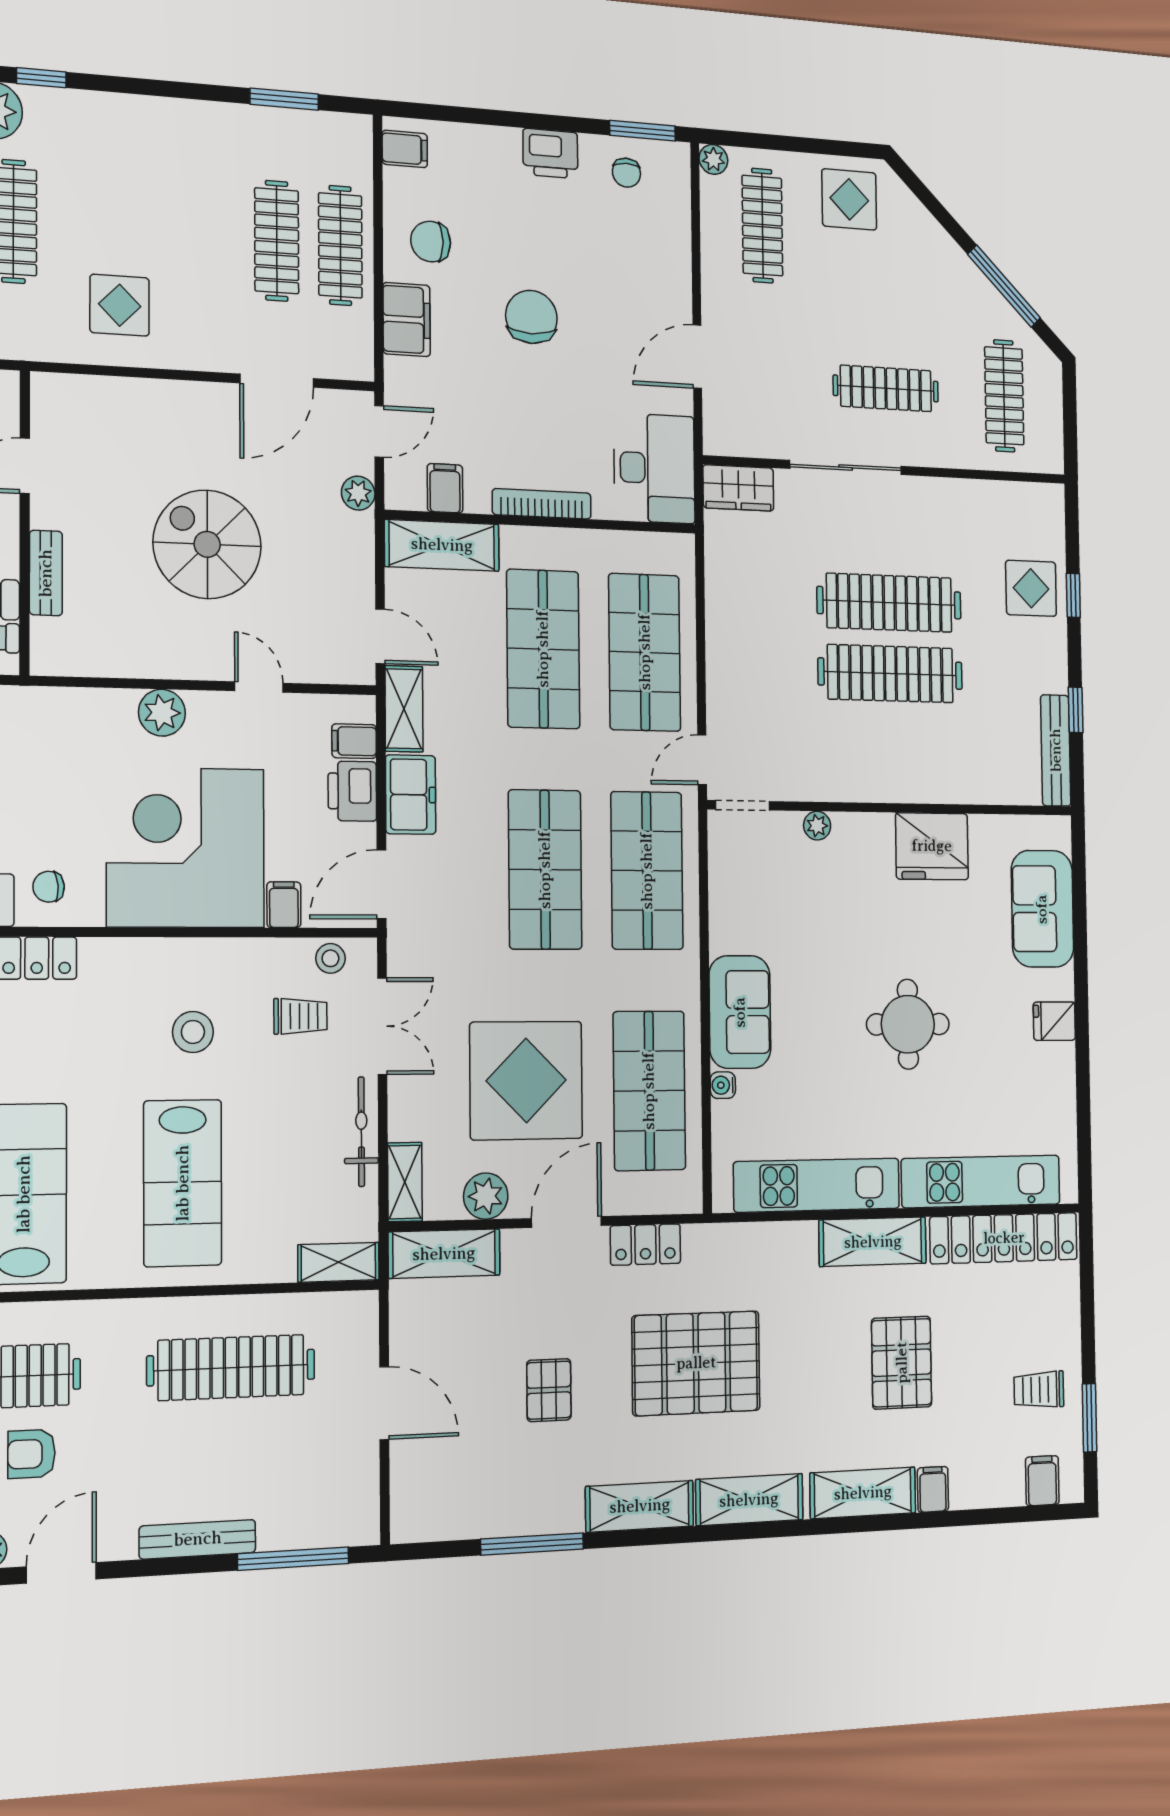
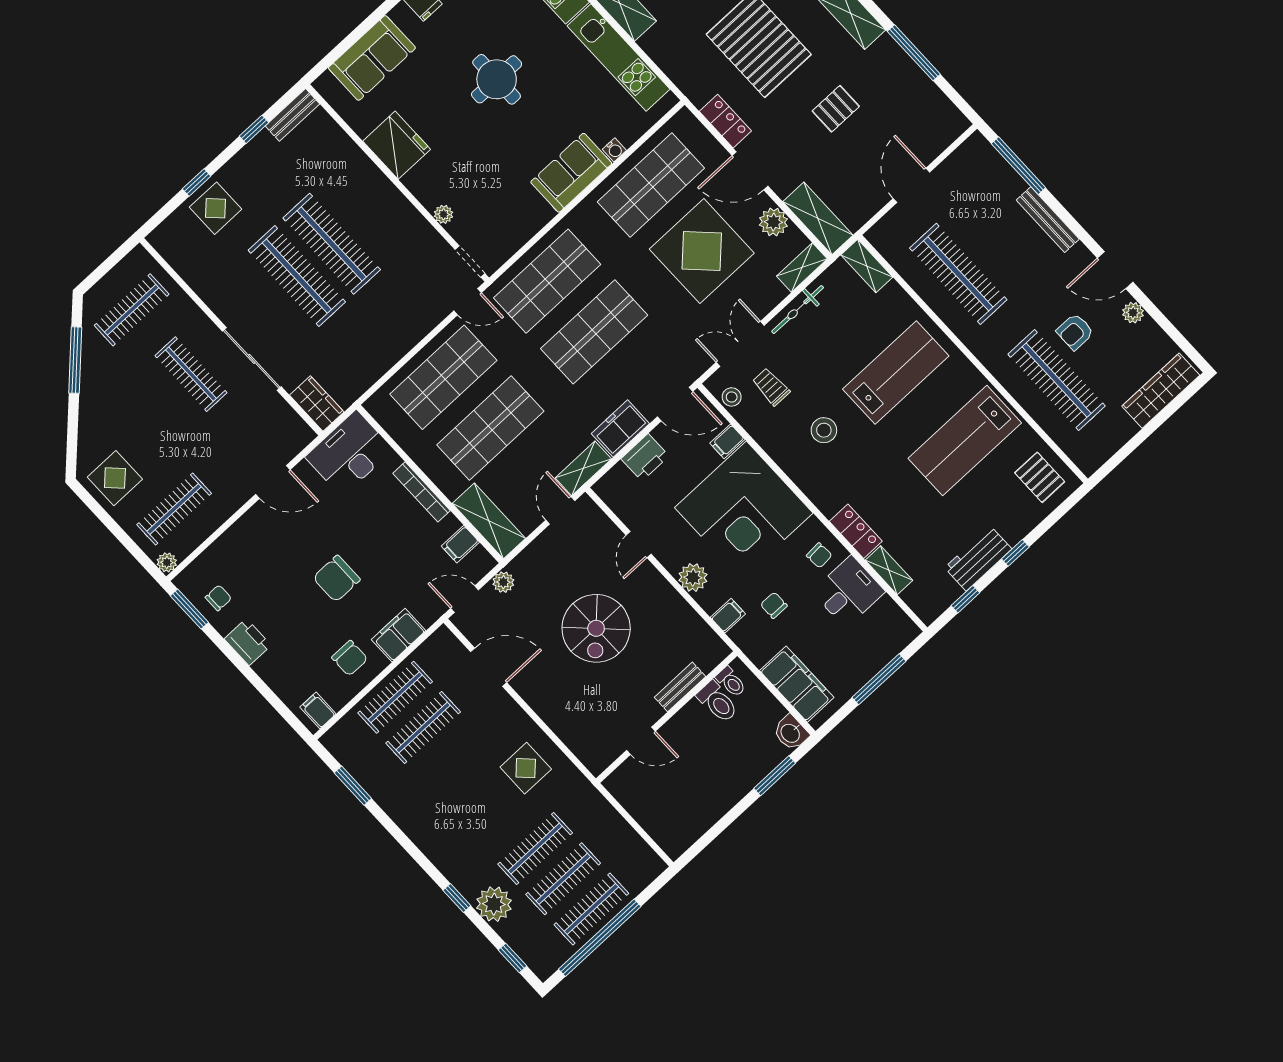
filing cabinet: (354, 741) -> (728, 616), moved, turned -90
bench: (1056, 750) -> (292, 115), width x0.73
chair: (39, 776) -> (774, 605), added
armchair: (32, 1454) -> (1075, 332), turned 90

